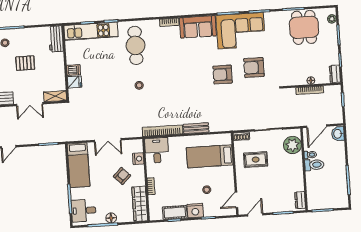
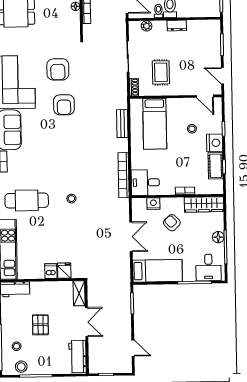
bench: (196, 128) -> (122, 124), moved
plant: (292, 145) -> (147, 26), width x0.53, depth x0.53
dresser: (300, 200) -> (177, 25), moved

